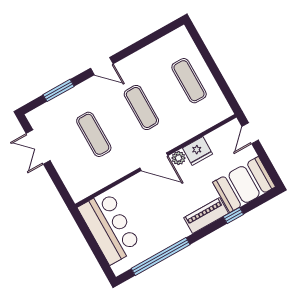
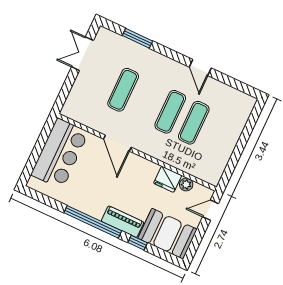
door: (102, 66) -> (200, 68), moved
exercise mat: (189, 81) -> (194, 123), moved
plant: (178, 158) -> (186, 184), moved
door: (154, 162) -> (117, 143), moved
window: (161, 256) -> (93, 222), moved

